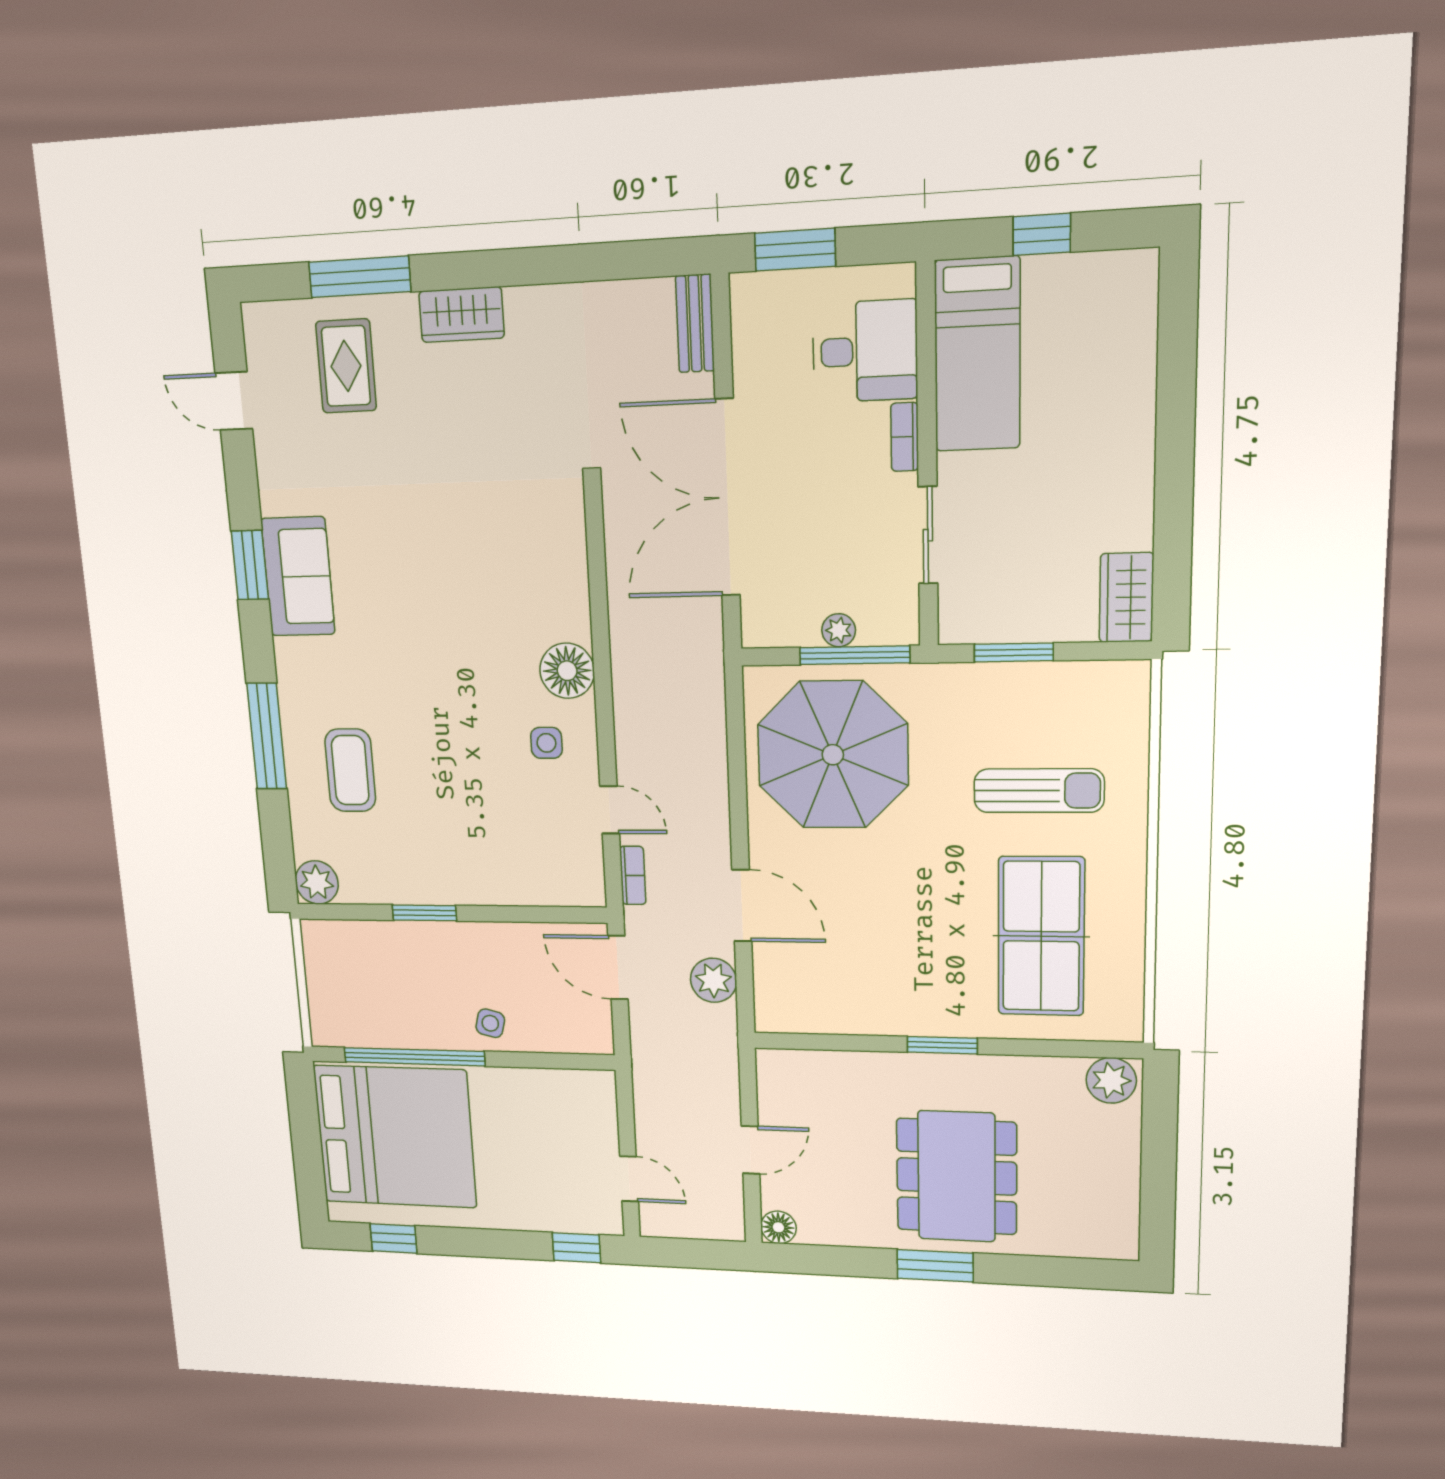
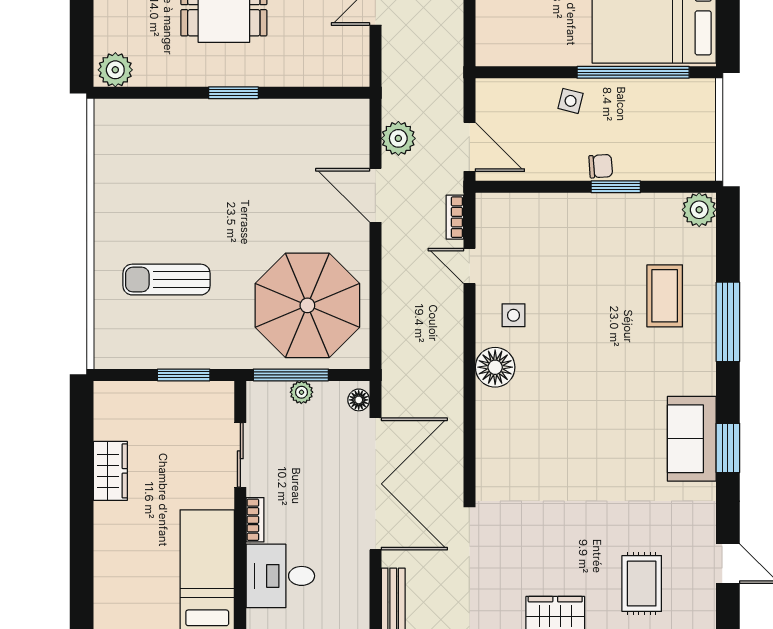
wardrobe: (1126, 598) -> (110, 471), moved
floor lamp: (756, 621) -> (359, 400), added
table tennis table: (1041, 936) -> (164, 175), removed
chair: (446, 940) -> (601, 166), added

